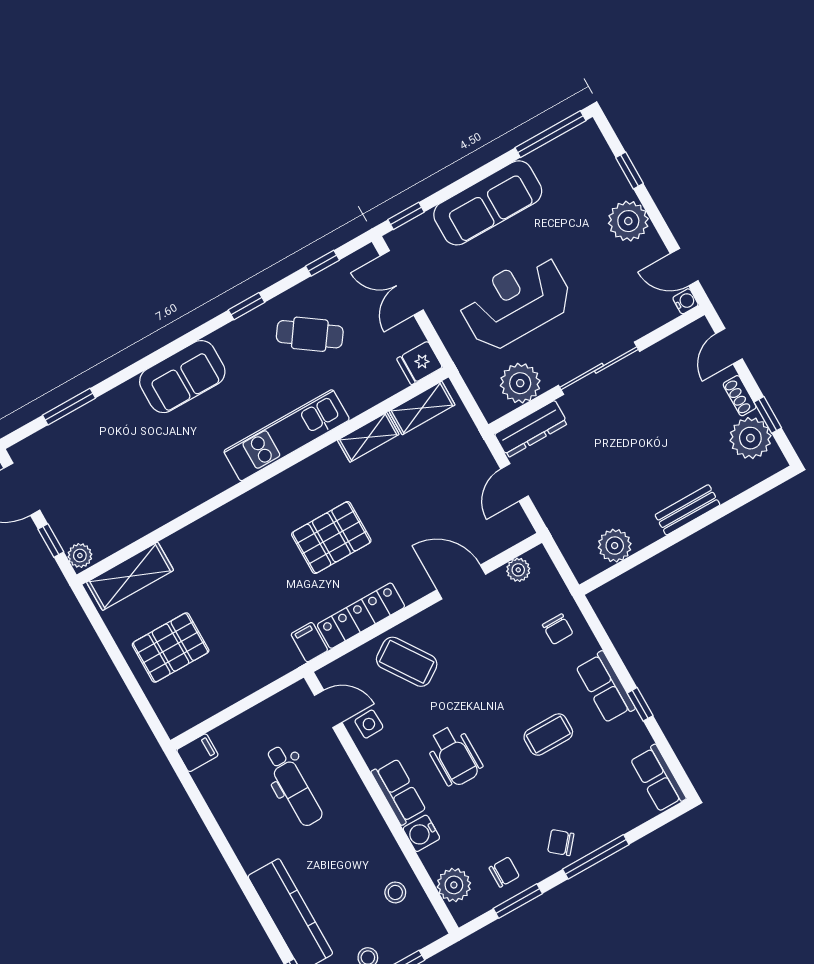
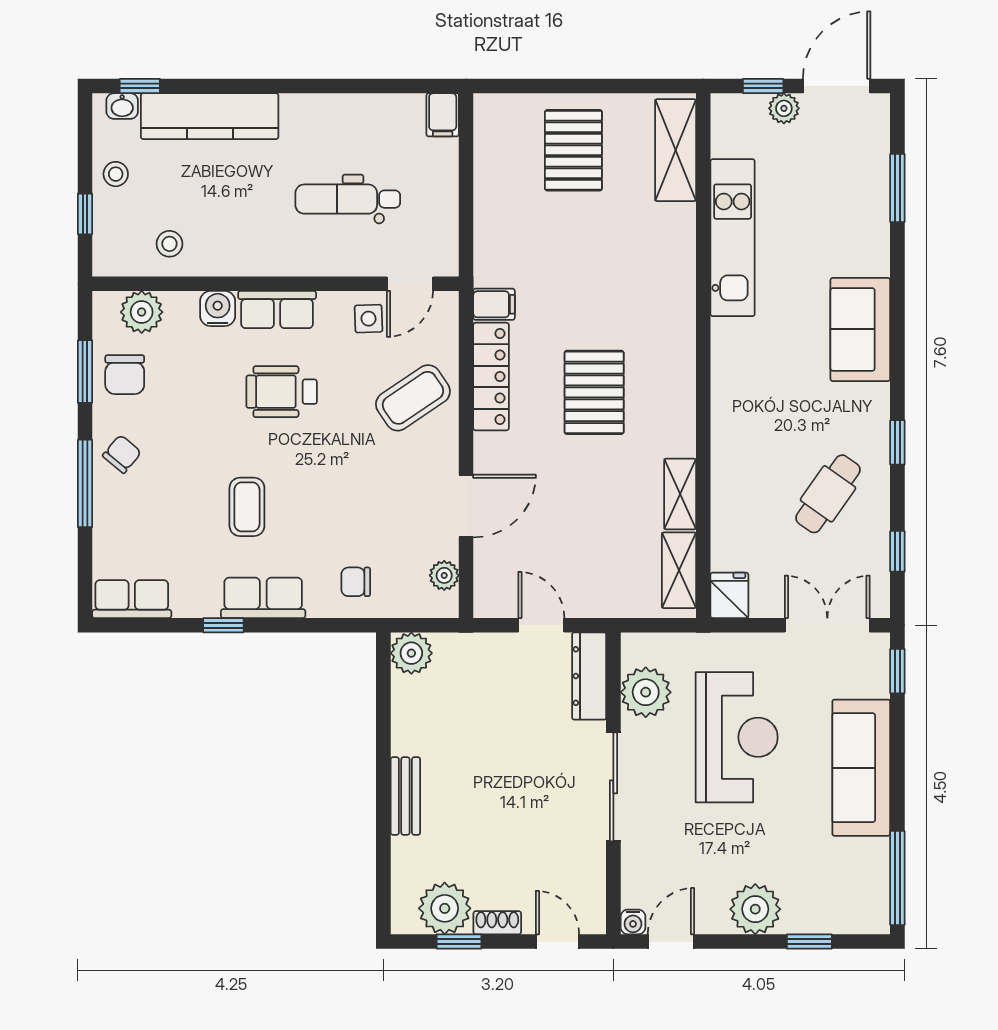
kitchen unit: (287, 435) -> (733, 238), moved
plant: (615, 546) -> (411, 653), moved
plant: (80, 556) -> (784, 108), moved
chair: (504, 872) -> (125, 375), width x1.37, depth x1.37

